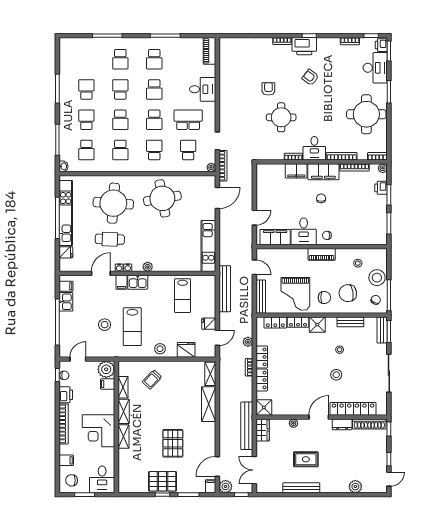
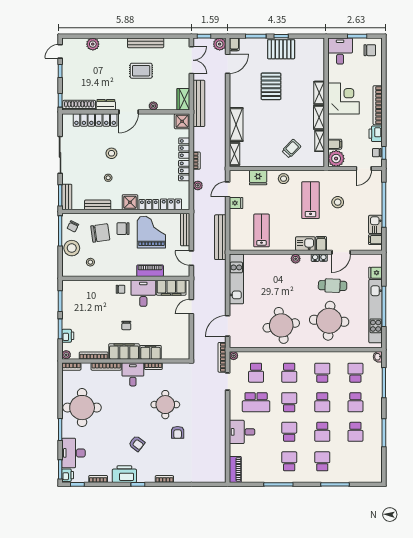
printer: (304, 46) -> (124, 474), moved
school desk: (120, 120) -> (322, 402), turned 180
piano: (322, 254) -> (150, 271), moved
filing cabinet: (66, 460) -> (375, 70), removed

